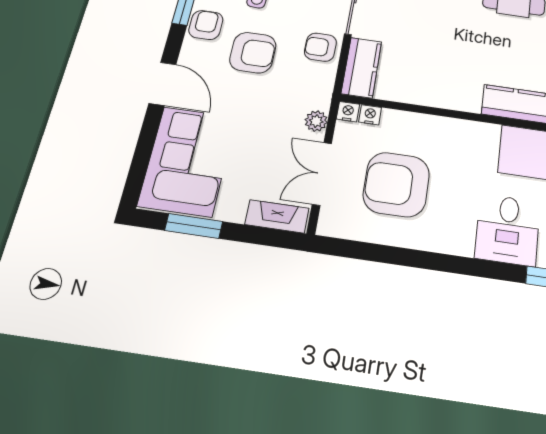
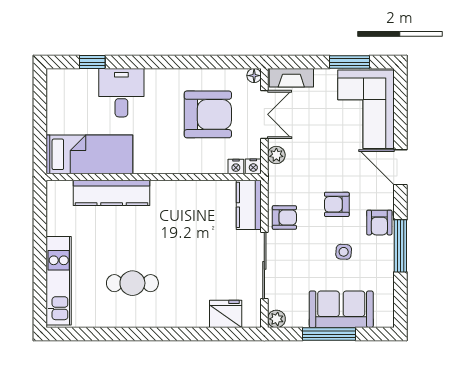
armchair: (253, 53) -> (337, 204), width x0.72, depth x0.72
floor lamp: (326, 227) -> (254, 76), added

